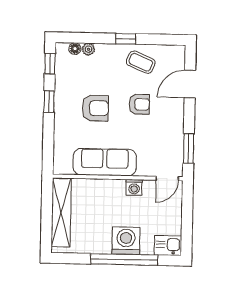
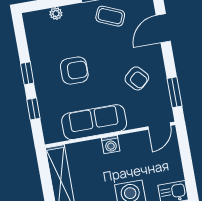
floor lamp: (75, 49) -> (42, 16), removed
window: (50, 64) -> (33, 109), moved
armchair: (139, 104) -> (137, 78), moved, turned 48
washing machine: (134, 187) -> (111, 145), moved

